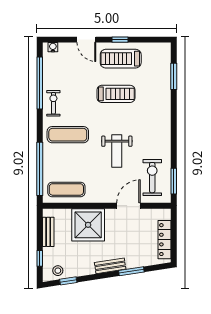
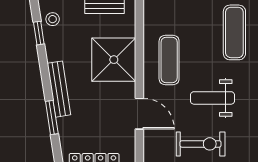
exercise bike: (152, 178) -> (201, 144), moved
exercise mat: (66, 189) -> (169, 60), moved
bench: (110, 266) -> (59, 89), width x1.36

